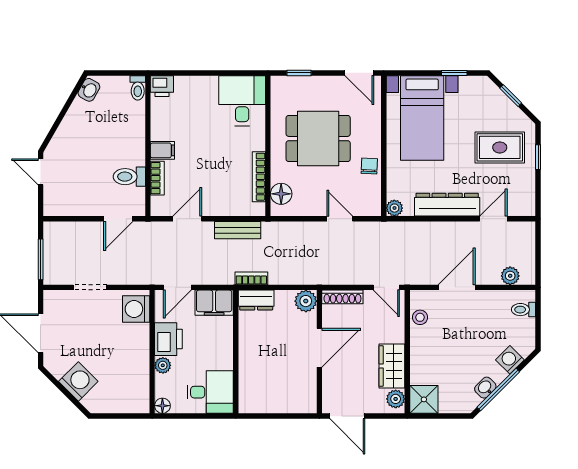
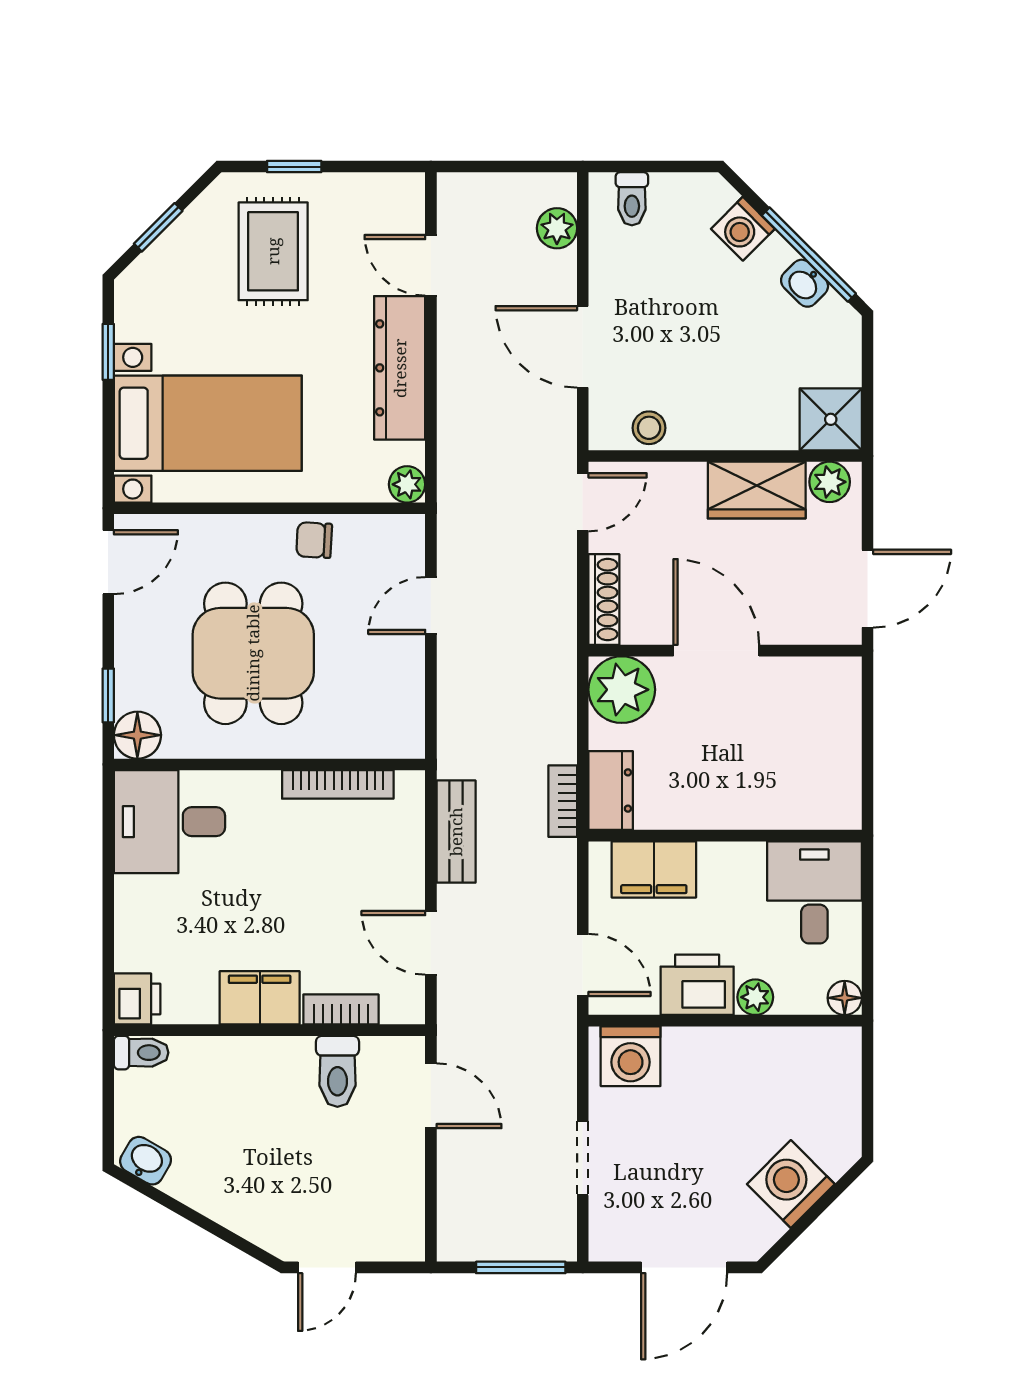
filing cabinet: (162, 150) -> (260, 998), width x2.00
floor lamp: (281, 194) -> (137, 735), moved
plant: (306, 301) -> (622, 690), width x1.36, depth x1.36
filing cabinet: (214, 303) -> (654, 869), moved, turned 90

